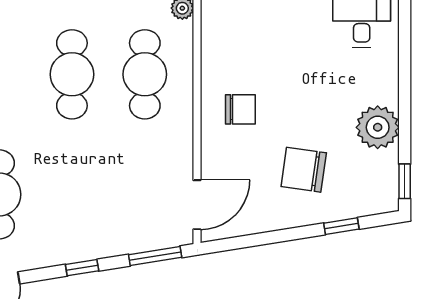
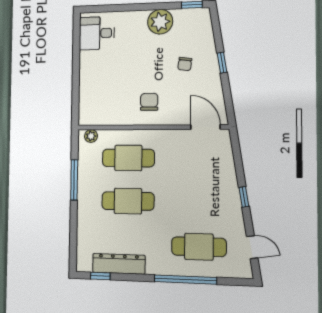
chair: (304, 170) -> (185, 64), width x0.54, depth x0.54
window: (341, 226) -> (222, 63), moved
window: (155, 256) -> (237, 152), removed

